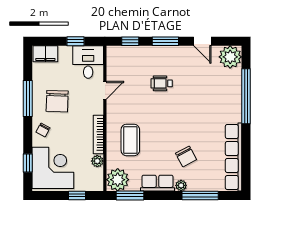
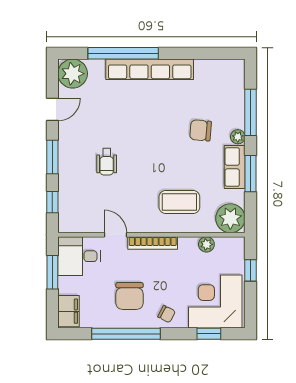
window: (76, 41) -> (52, 272), width x1.50
window: (28, 98) -> (126, 334), width x1.46
chair: (57, 101) -> (129, 296), turned 88
bookcase: (98, 134) -> (153, 243), moved
chair: (186, 156) -> (201, 130), turned -147
row of seats: (234, 157) -> (150, 69), moved
window: (130, 195) -> (251, 174), moved

